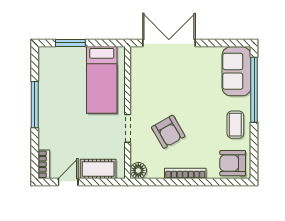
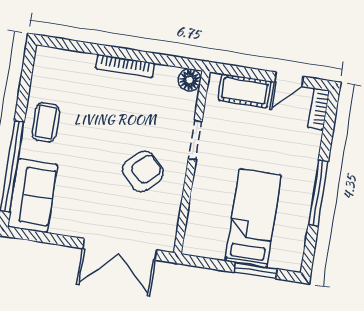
bed: (102, 80) -> (253, 218), moved
armchair: (168, 132) -> (143, 171), moved, turned 77
armchair: (233, 163) -> (58, 70), removed

